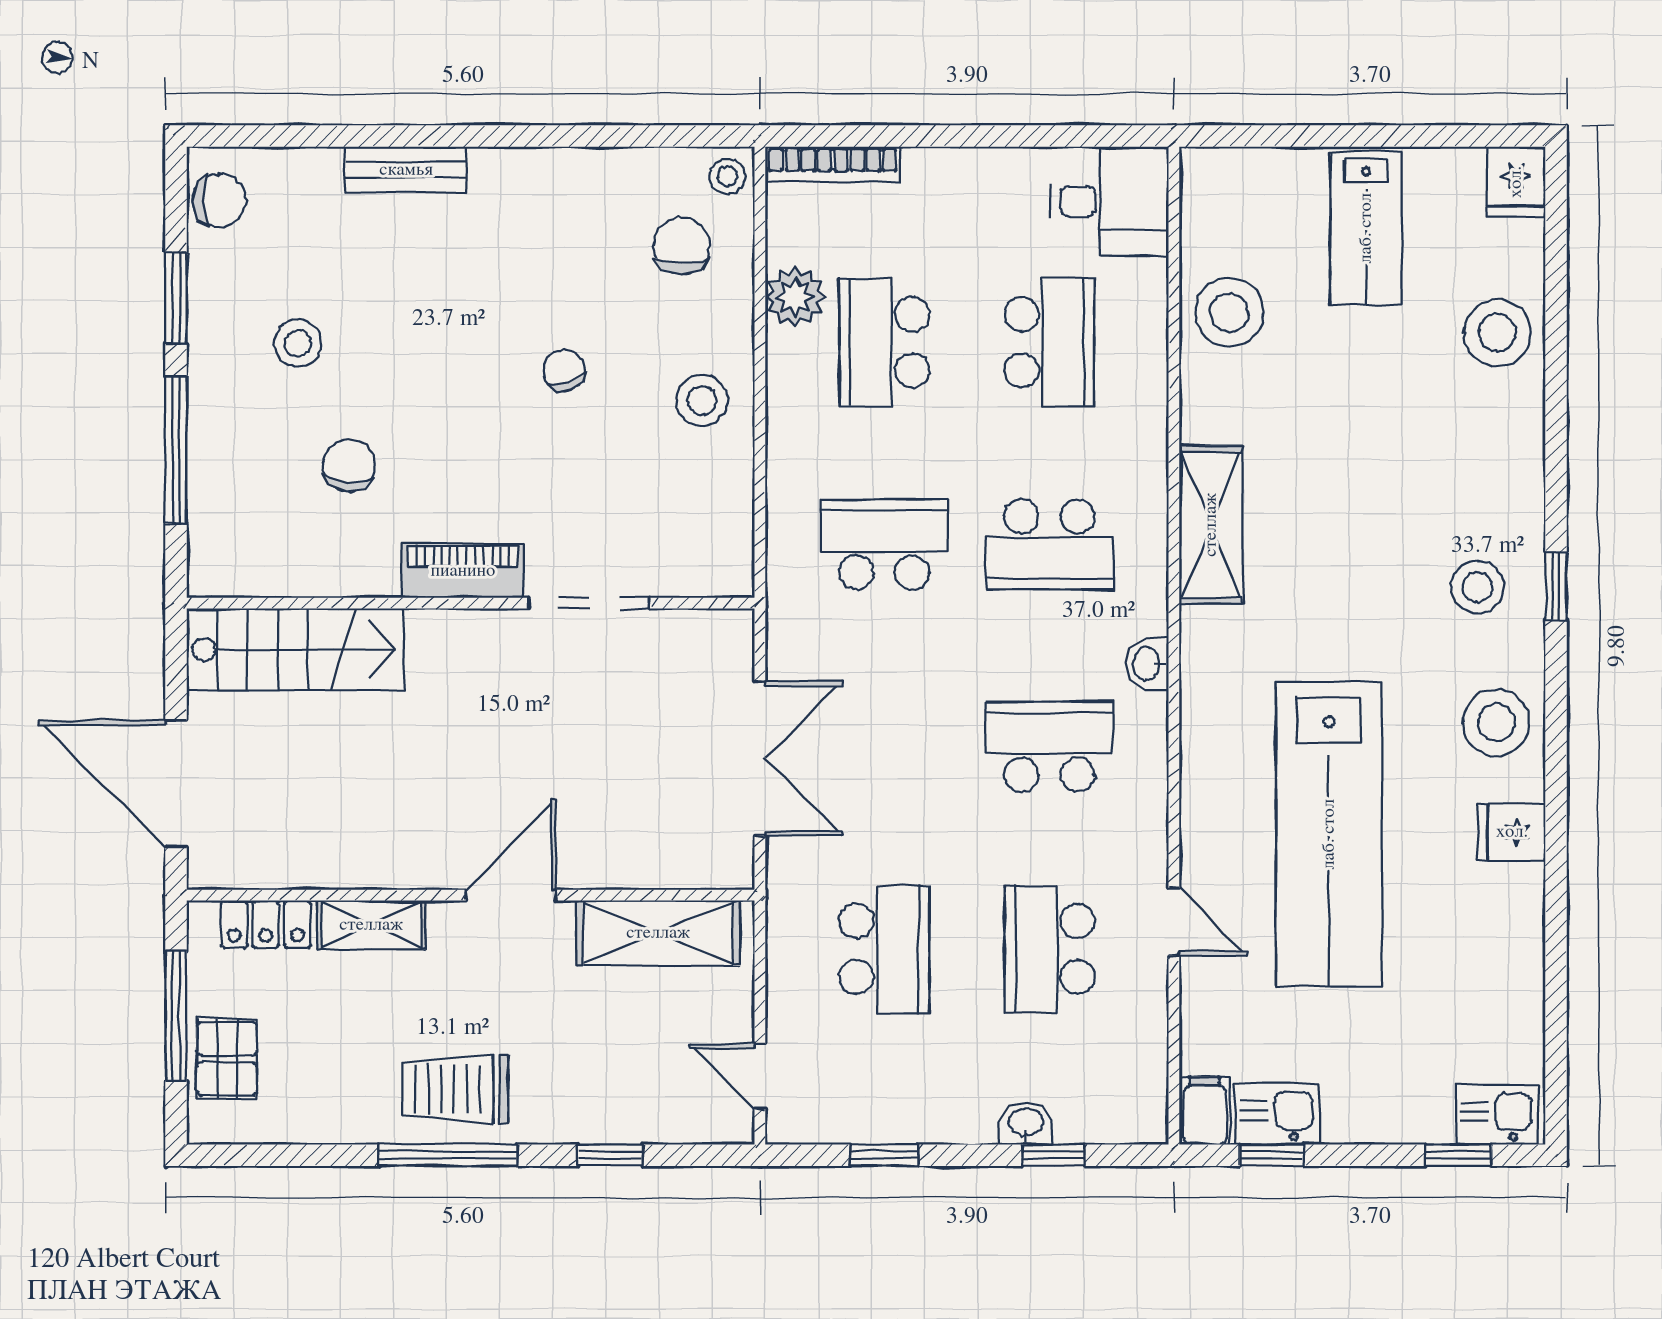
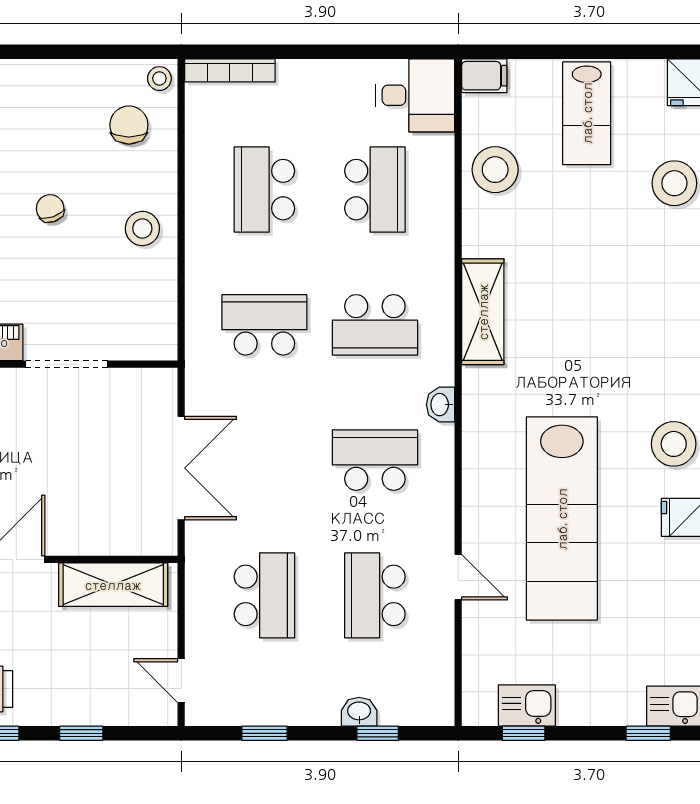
plant: (795, 297) -> (205, 159), removed
stool: (1477, 587) -> (661, 353), removed
filing cabinet: (1205, 1111) -> (484, 76), moved, turned 90

